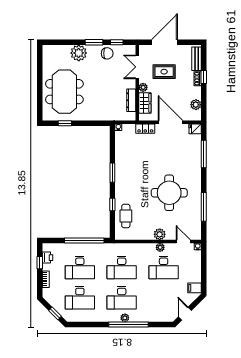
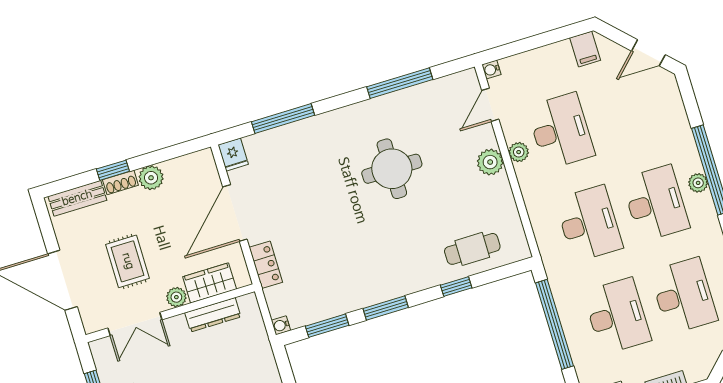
plant: (196, 105) -> (151, 178), moved
window: (112, 146) -> (327, 326), added
round table: (169, 193) -> (392, 169), width x0.73, depth x0.73

